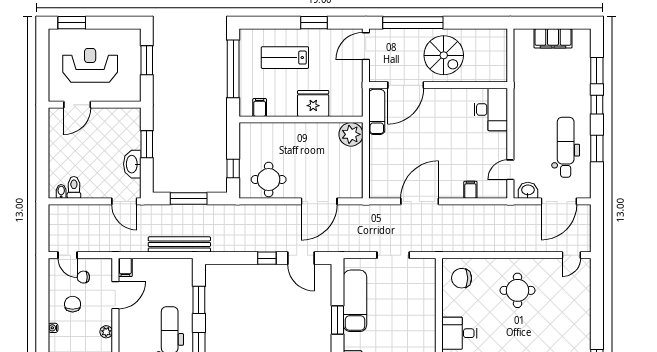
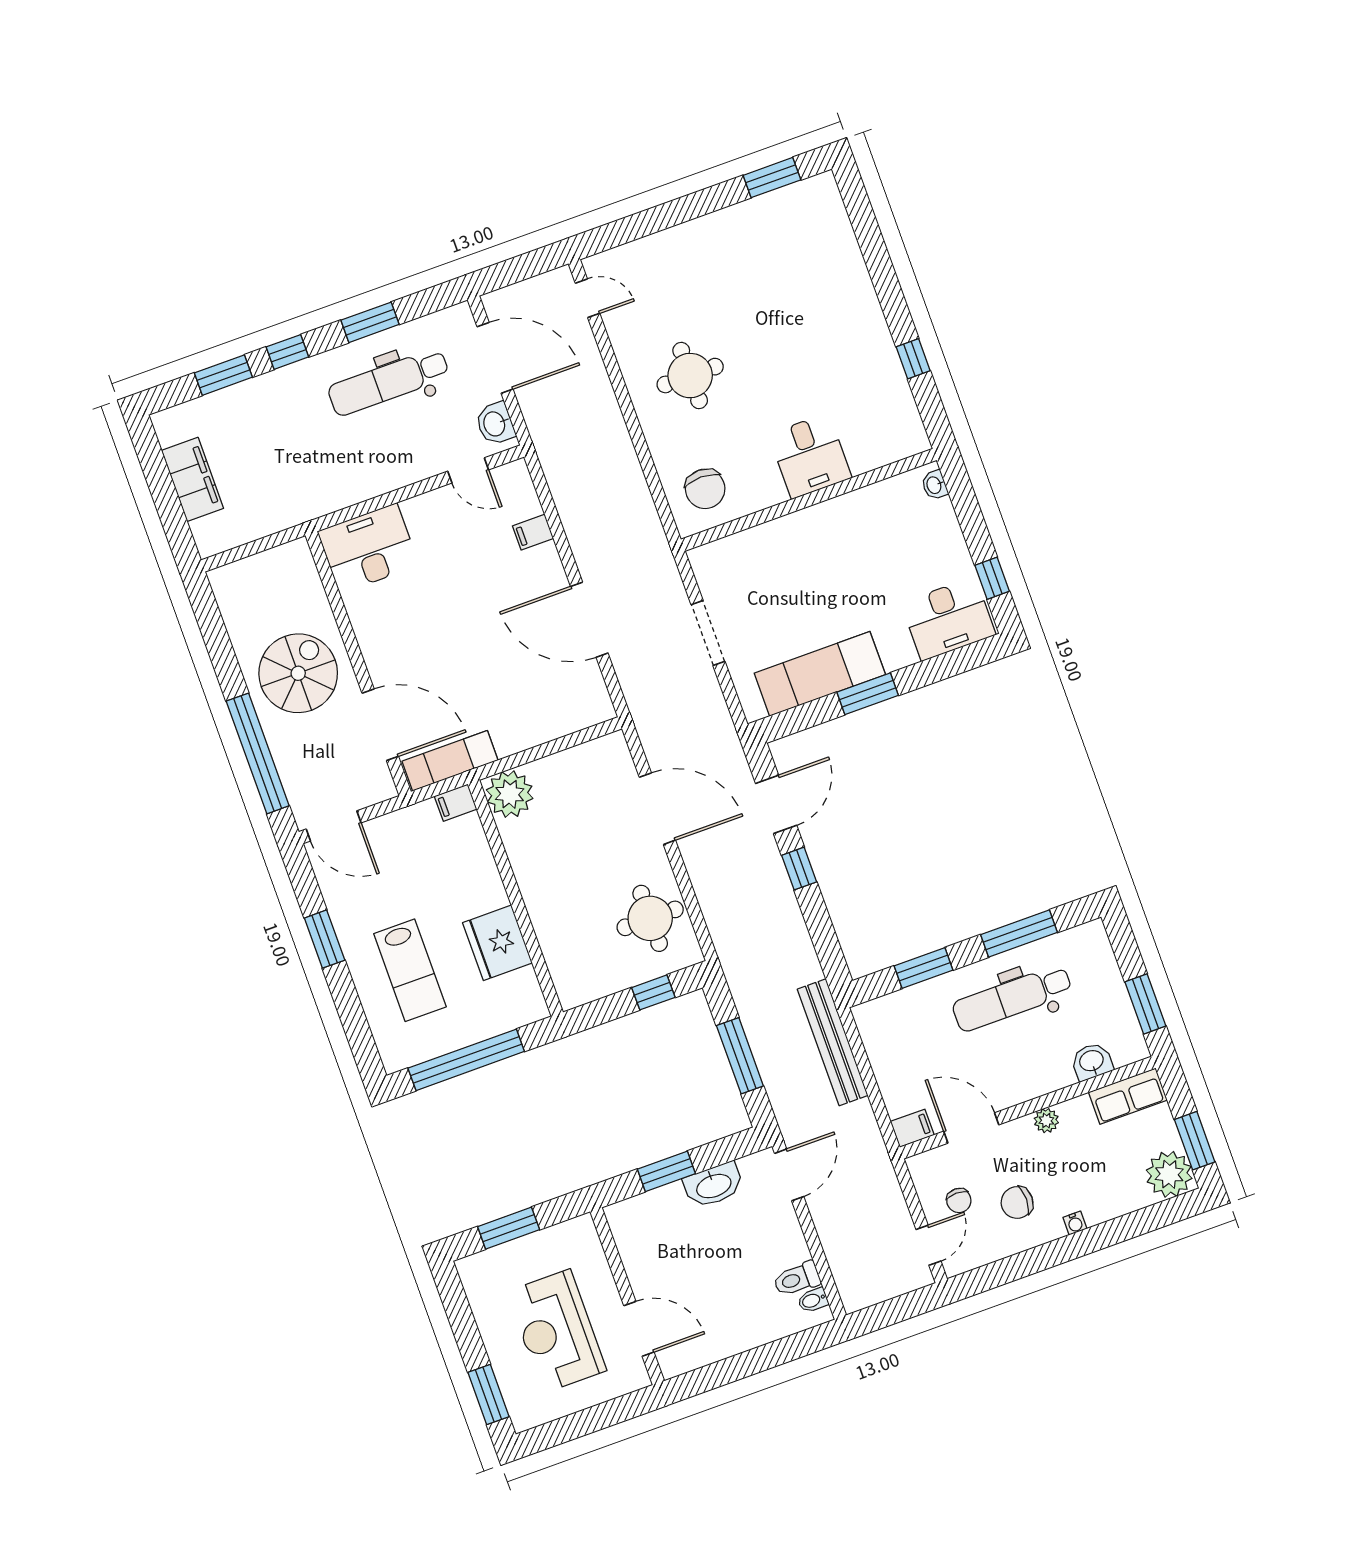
fridge: (313, 103) -> (497, 943), moved
filing cabinet: (260, 107) -> (456, 803), moved

